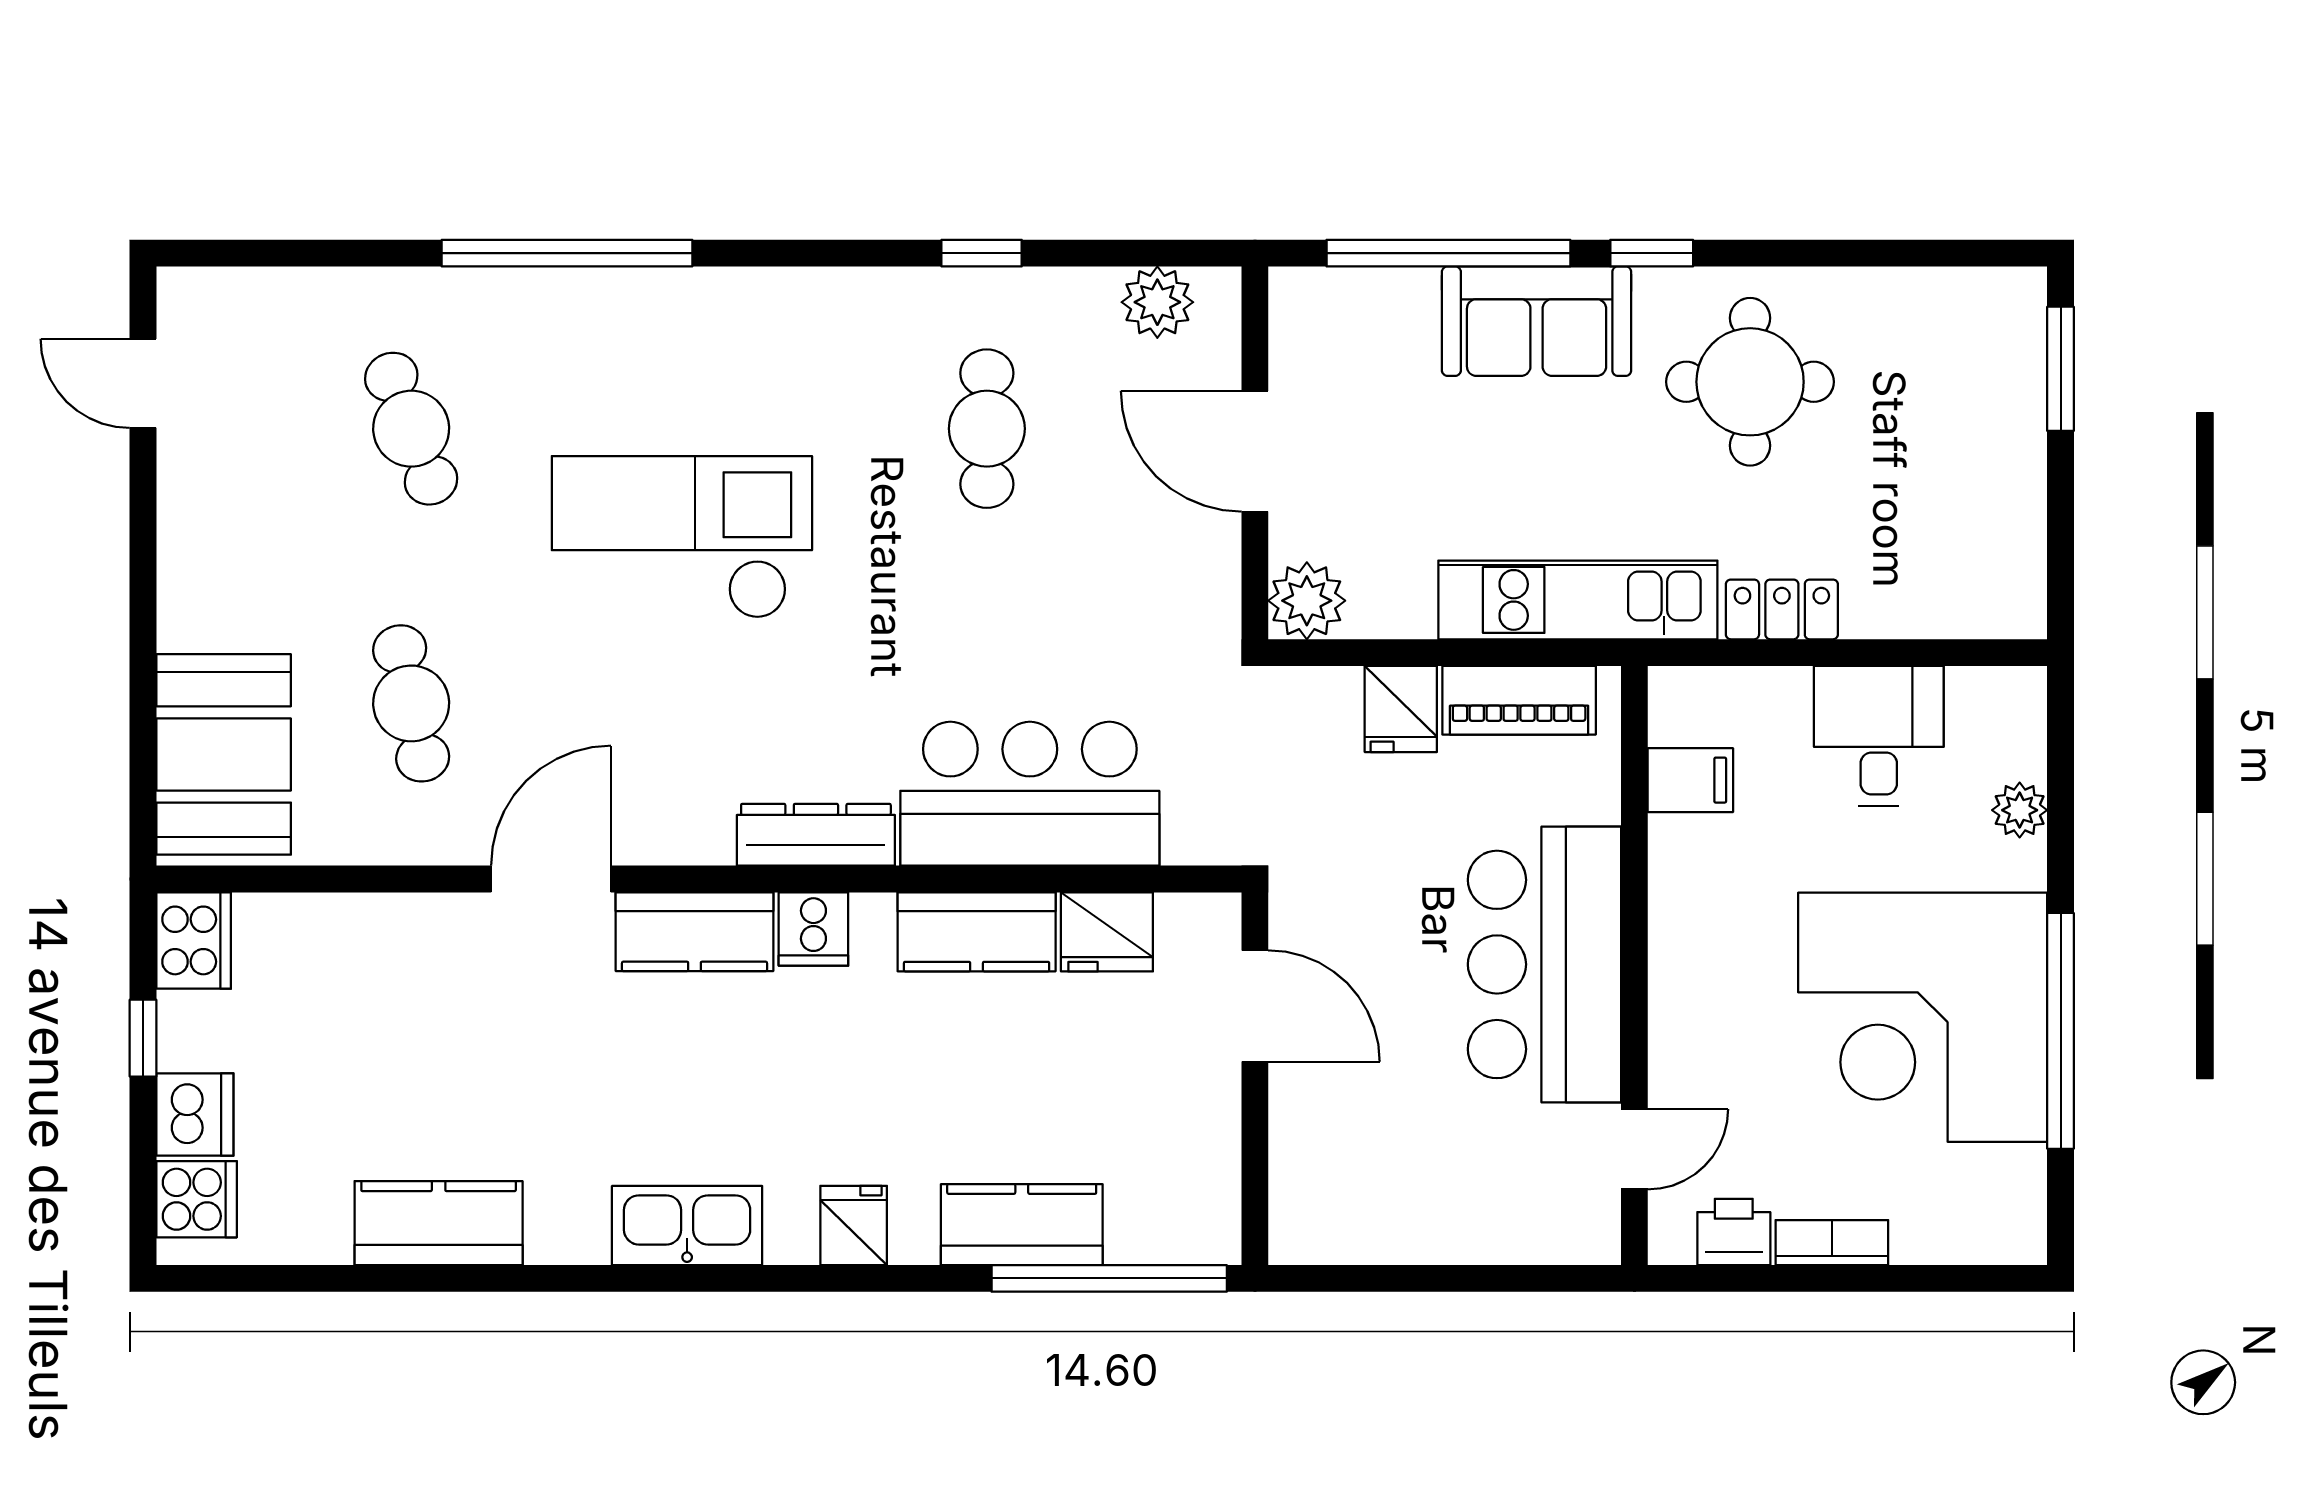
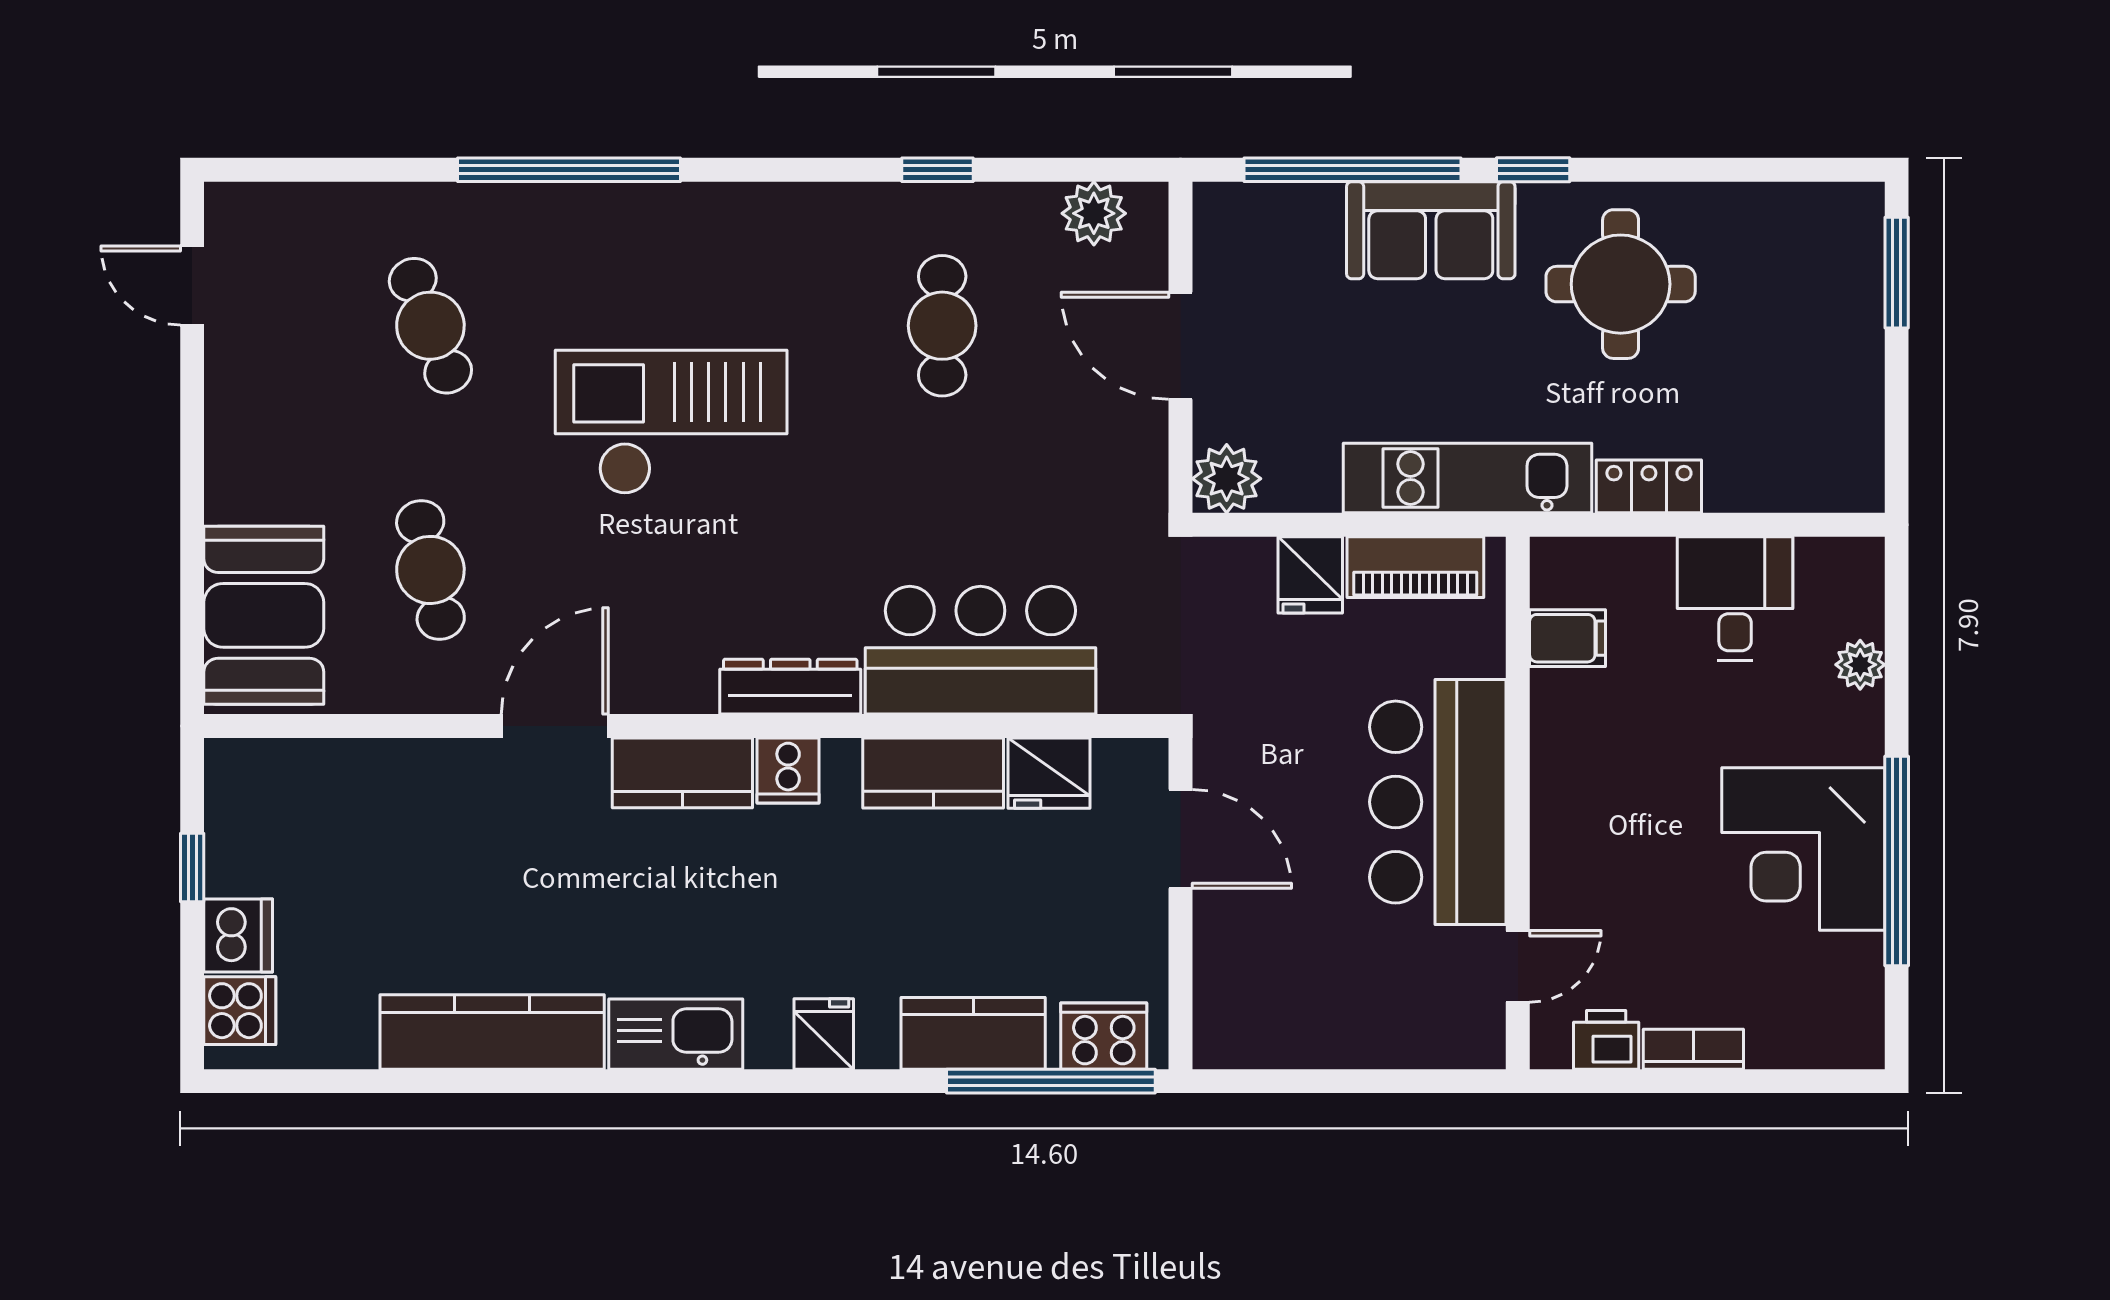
cooker: (194, 940) -> (1104, 1036), moved, turned -90
corner desk: (1923, 1017) -> (1803, 849), width x0.74, depth x0.74
kitchen counter: (439, 1223) -> (492, 1032), width x1.50

